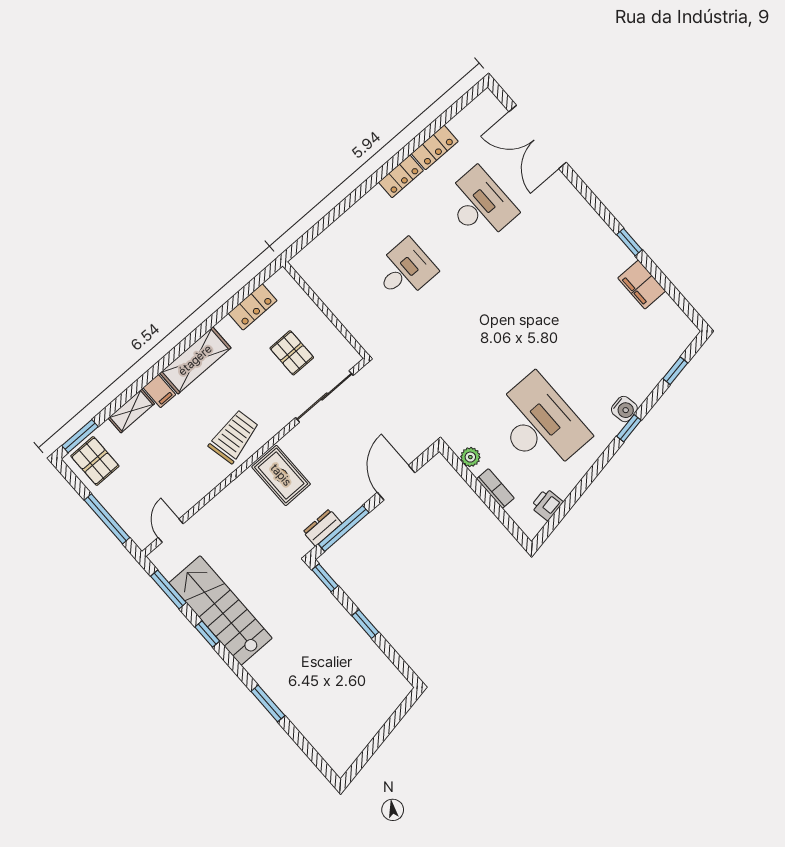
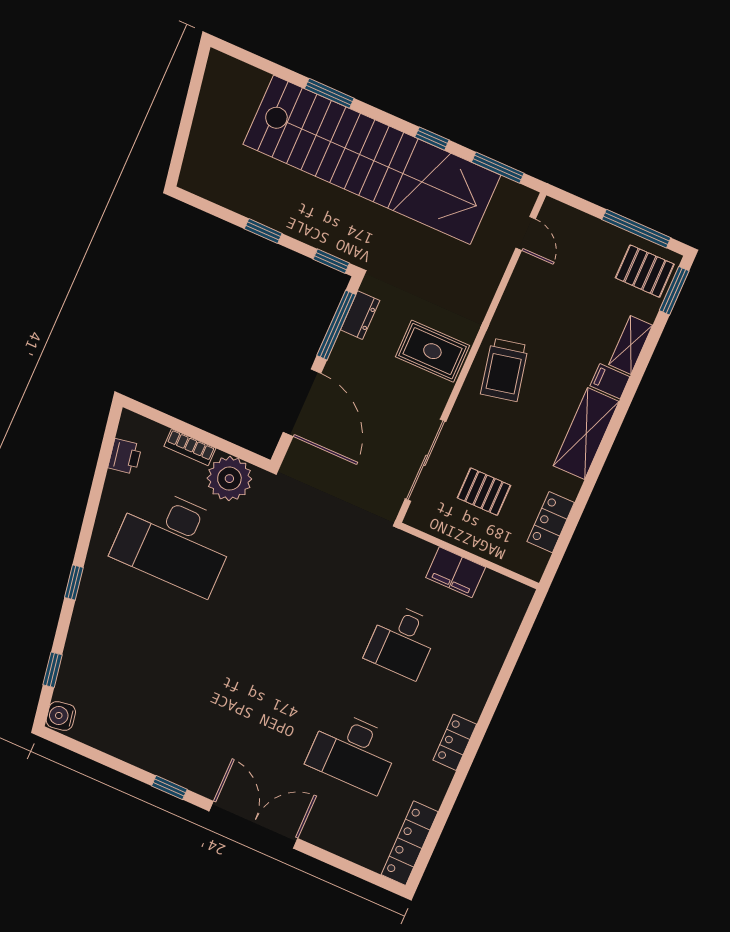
double door: (538, 137) -> (253, 825), moved
locker: (435, 147) -> (410, 843), moved, width x1.53
filing cabinet: (642, 285) -> (456, 572), moved, turned 180
water cooler: (624, 409) -> (61, 716), moved
plant: (470, 457) -> (229, 479), width x1.87, depth x1.87
door: (396, 483) -> (302, 403), width x1.36
window: (107, 519) -> (636, 229), moved
stairs: (221, 610) -> (372, 160), width x1.86, depth x1.51

